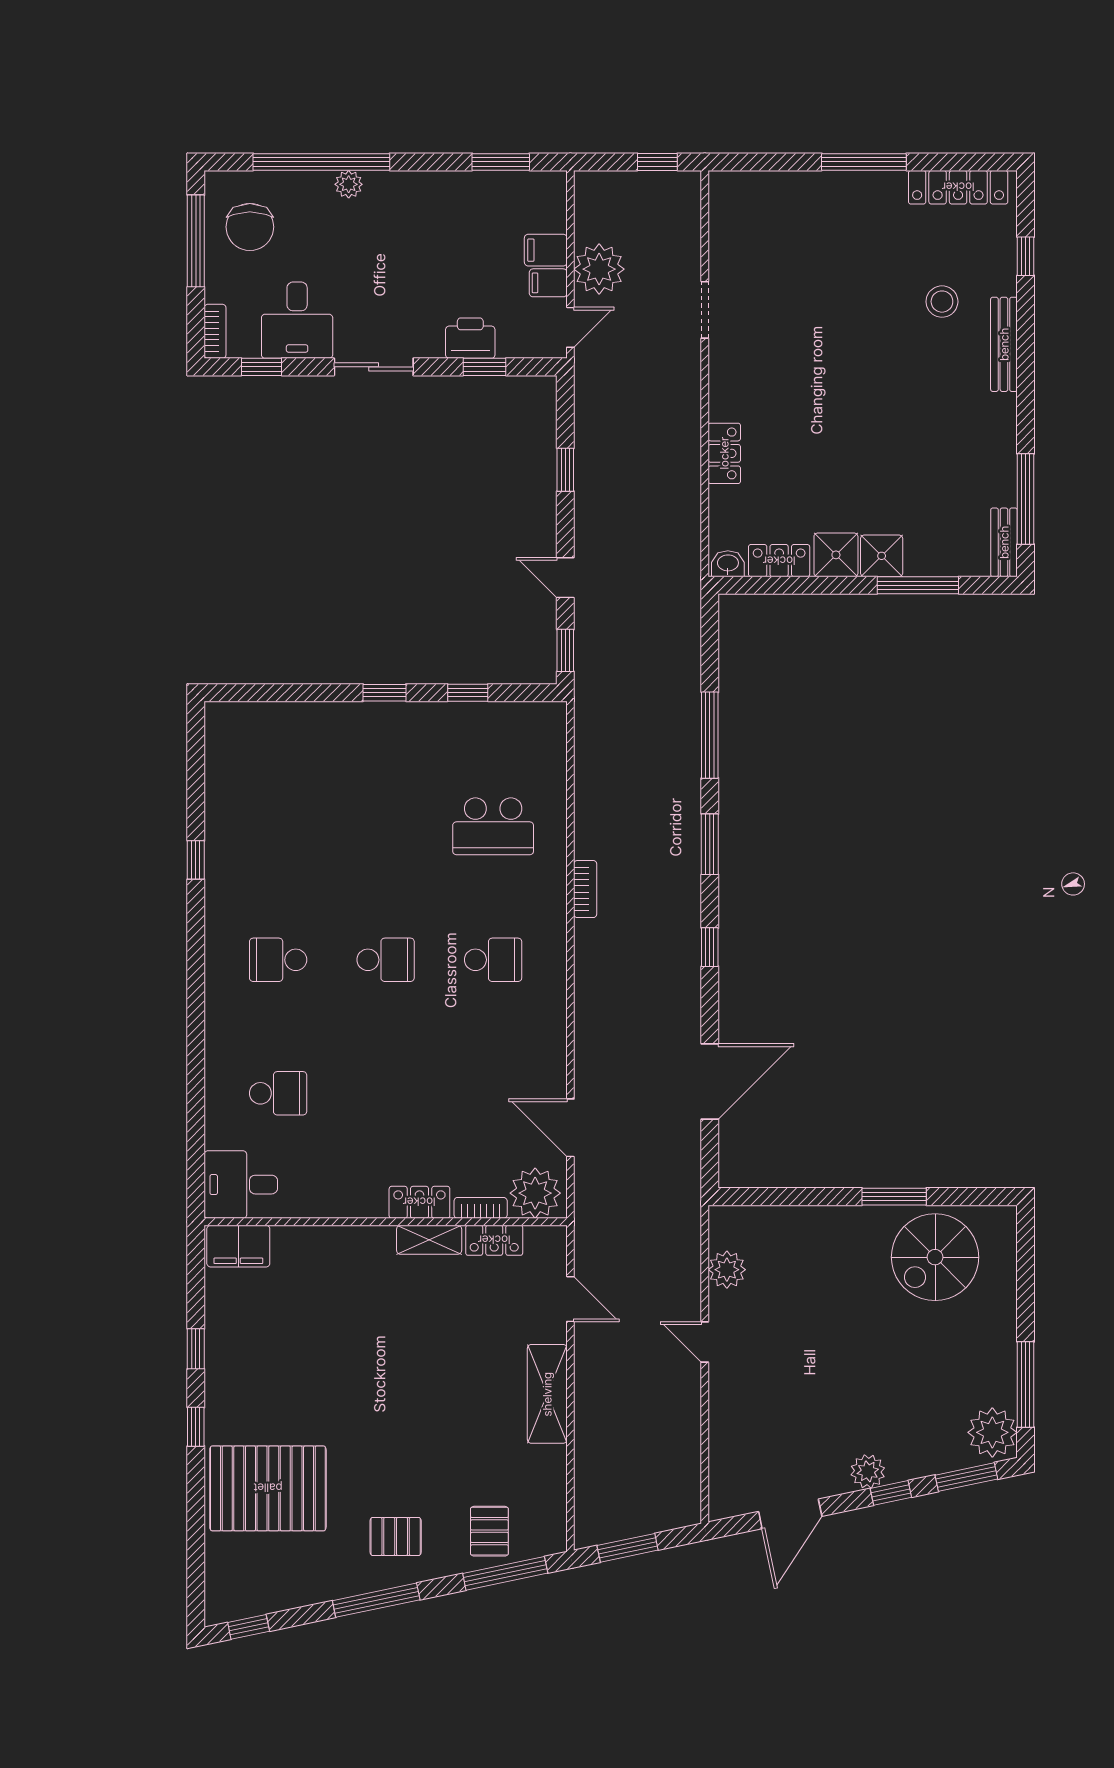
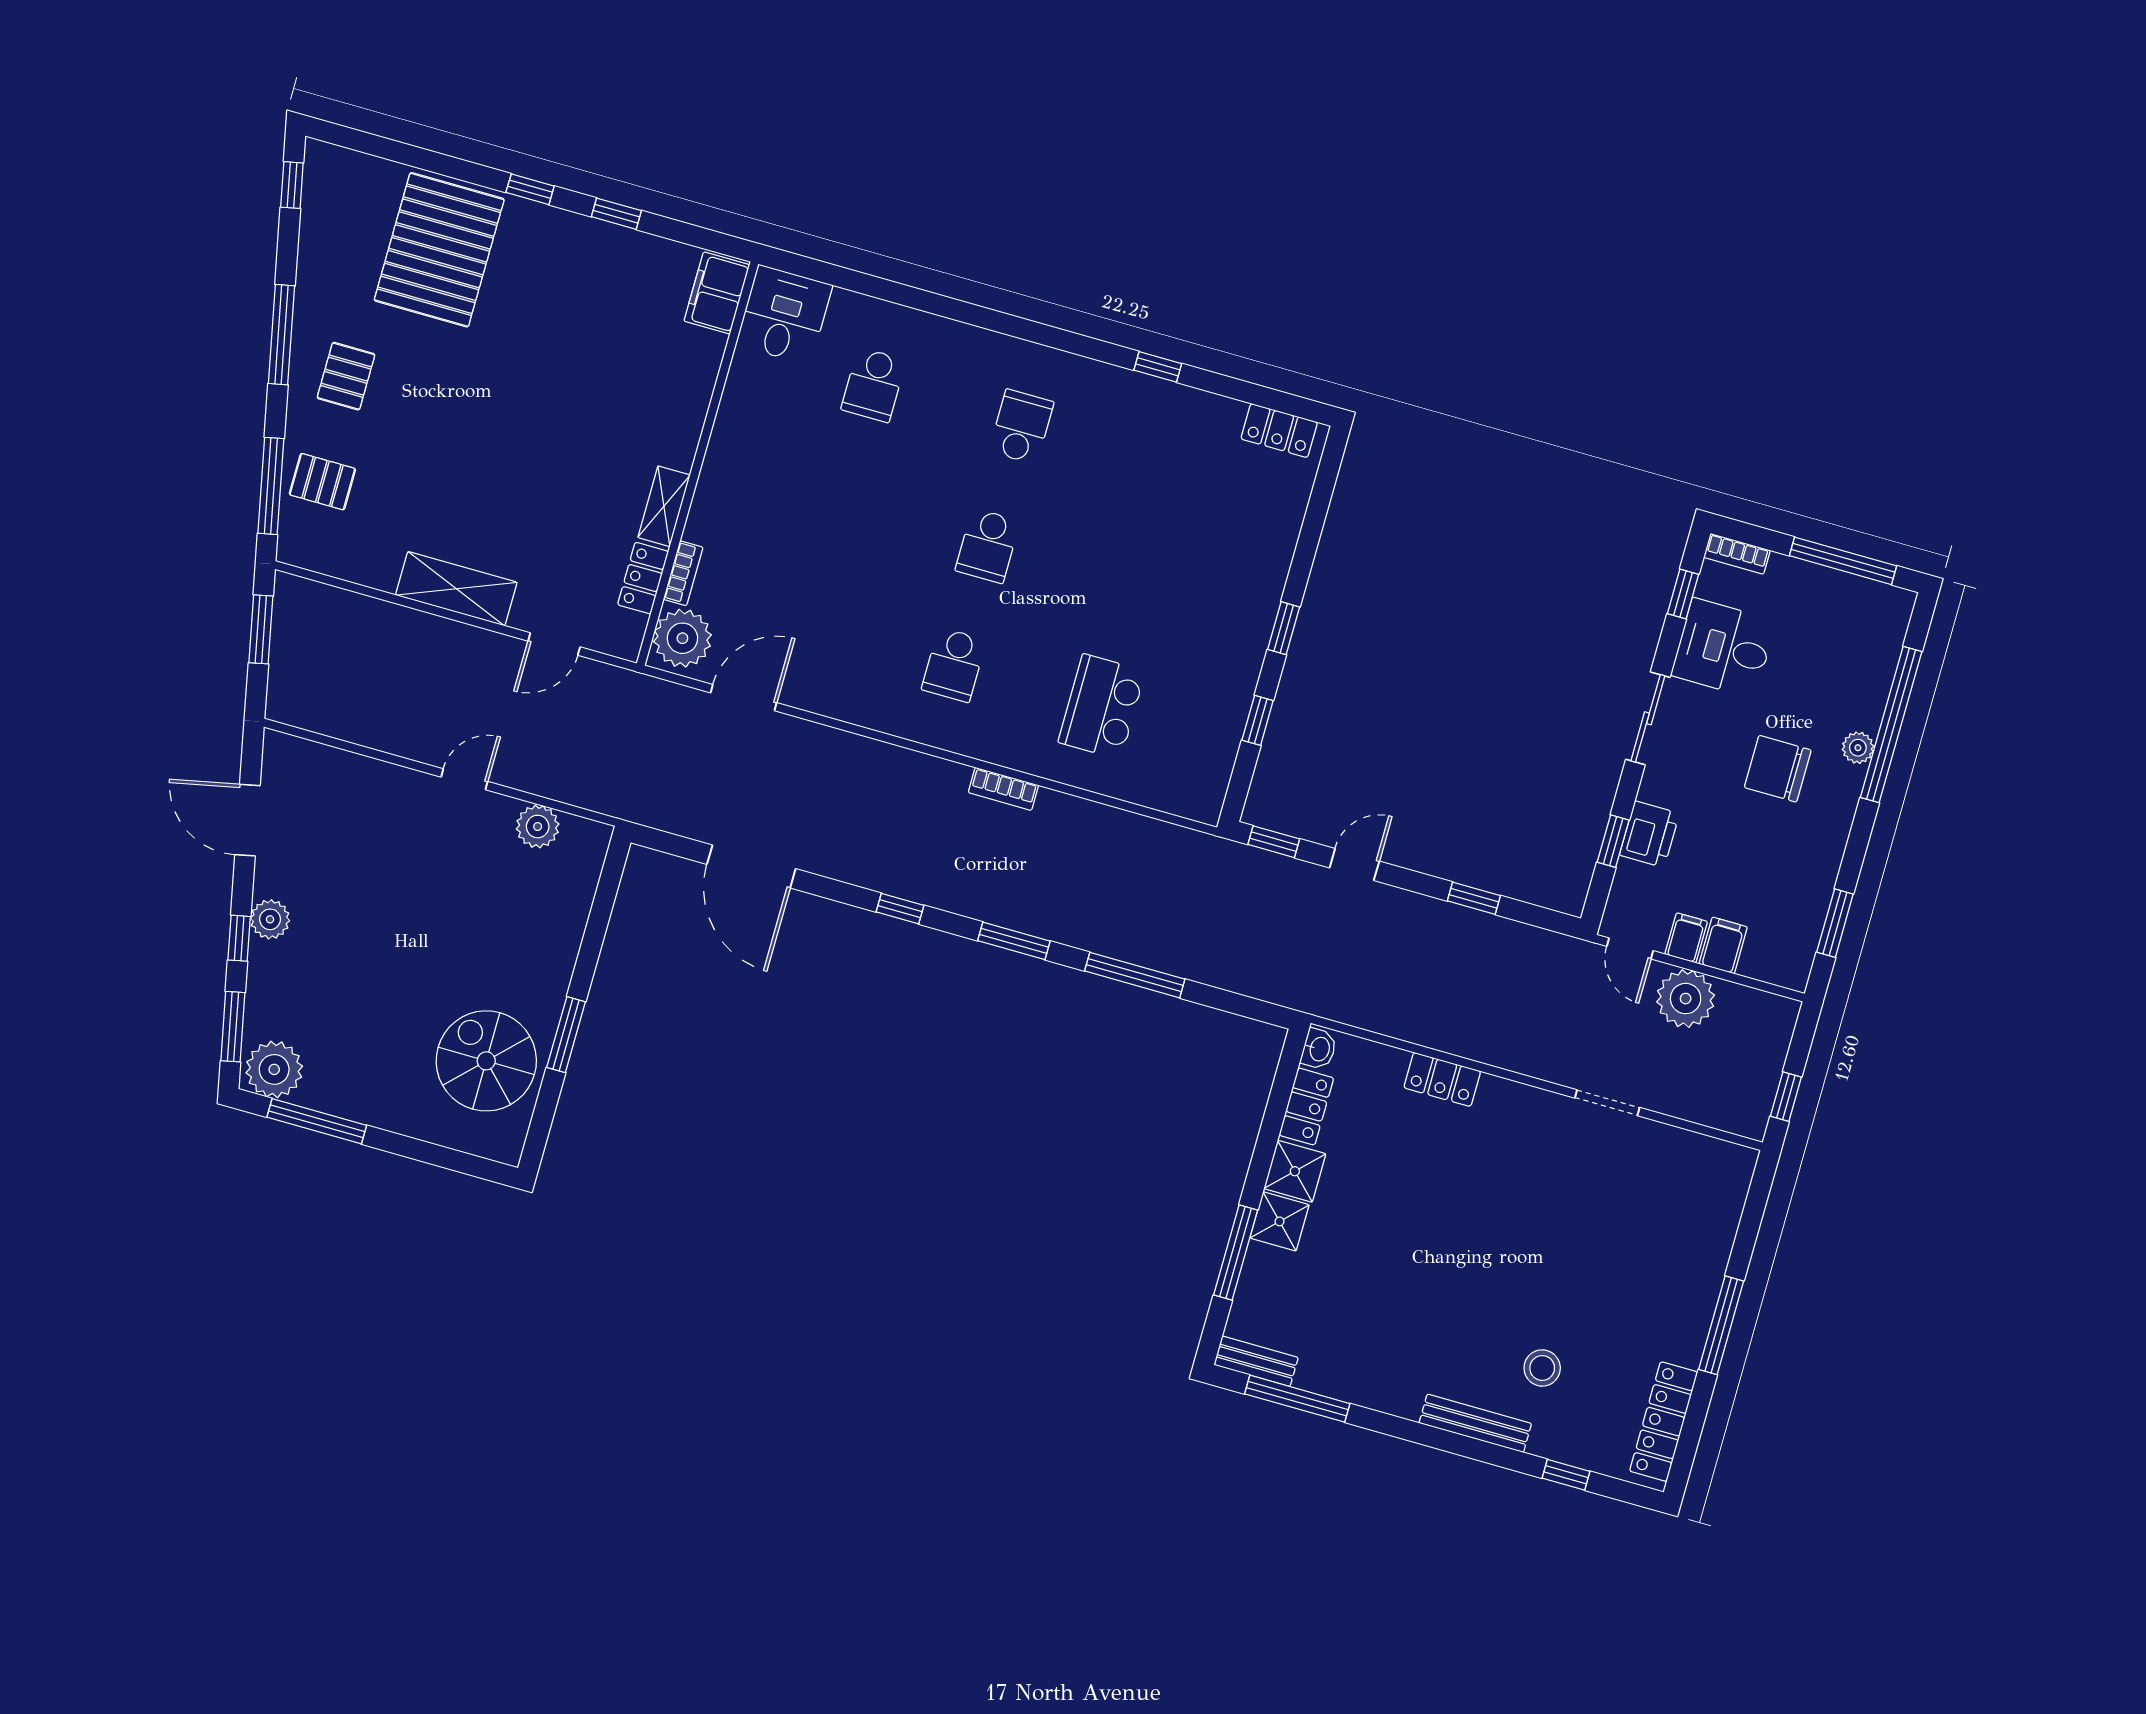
chair: (250, 227) -> (1778, 769), moved
locker: (419, 1202) -> (1279, 431), moved, turned 90

